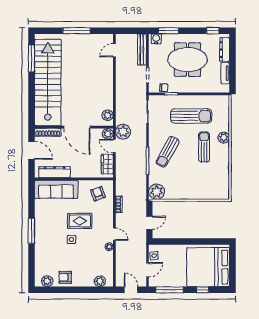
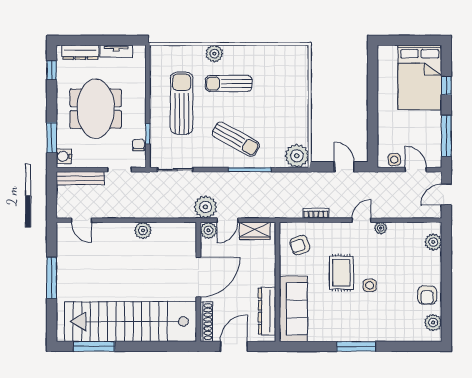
plant: (108, 115) -> (143, 231), moved
bed: (208, 267) -> (420, 77), width x0.73

